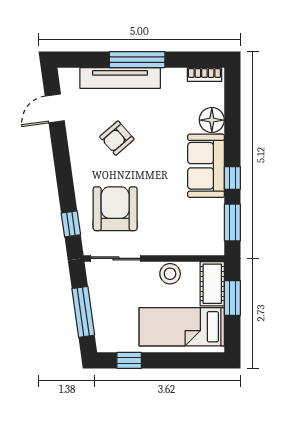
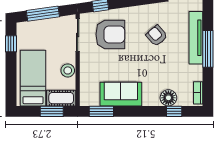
sofa: (206, 166) -> (121, 94), moved
window: (232, 178) -> (174, 111), moved

